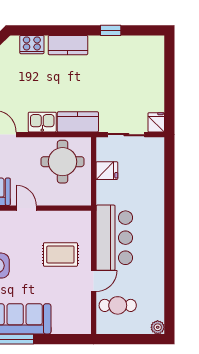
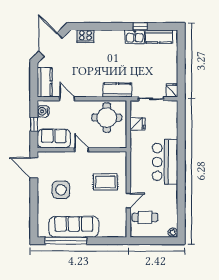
kitchen counter: (68, 45) -> (159, 37), moved
kitchen sink: (42, 122) -> (135, 37), moved, turned 180
bar counter: (114, 238) -> (165, 162), moved, turned 180

